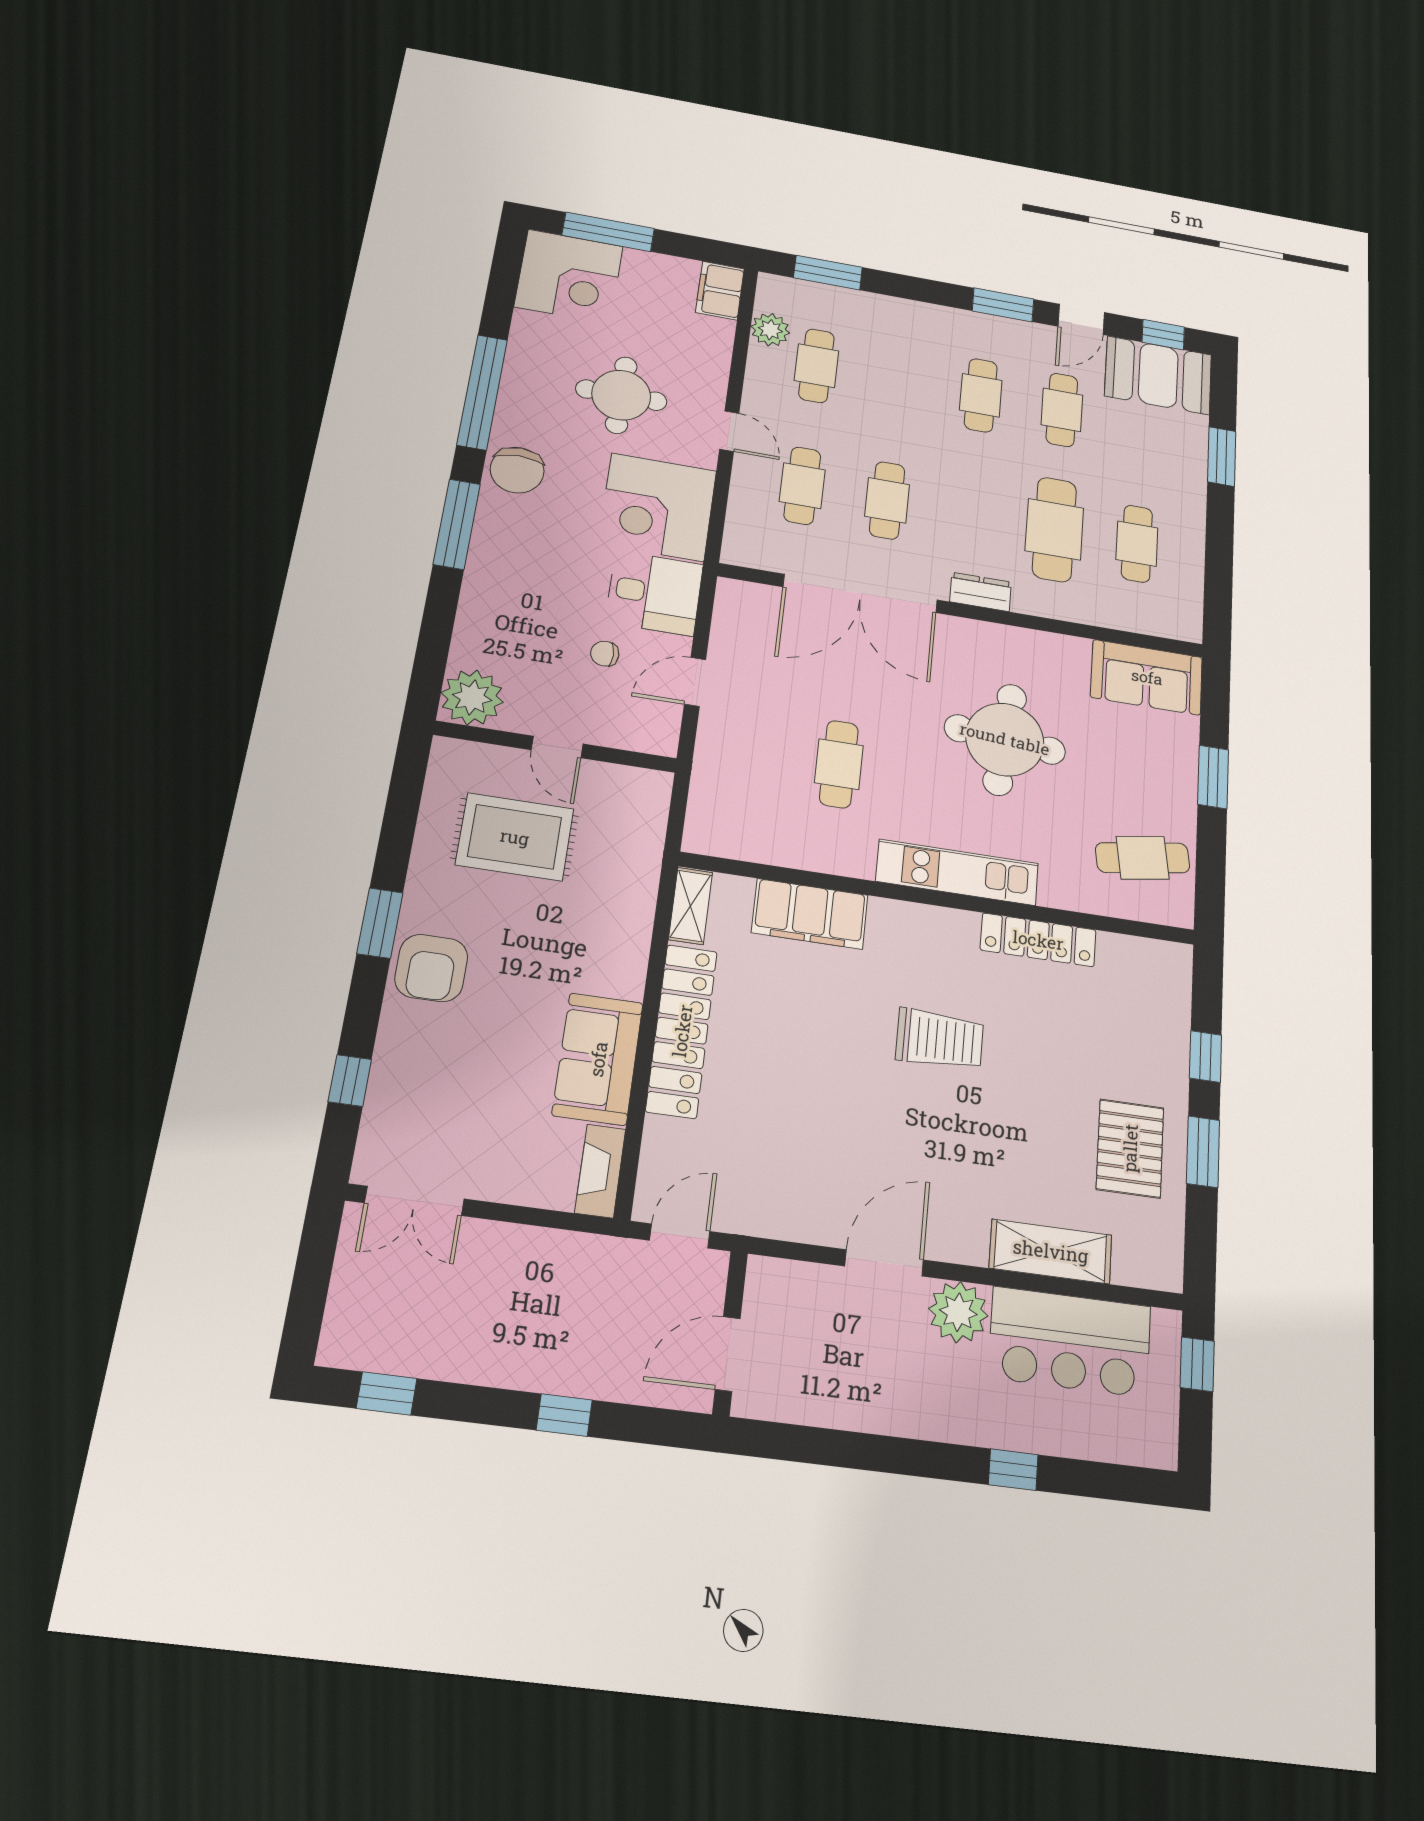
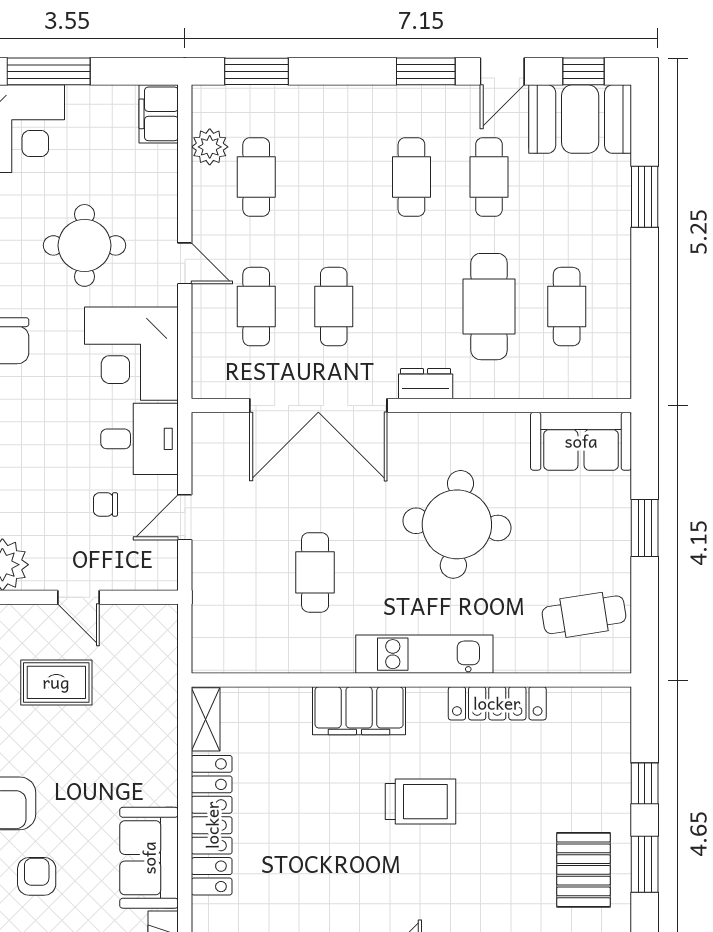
rug: (515, 837) -> (56, 682), width x0.73, depth x0.70
filing cabinet: (810, 914) -> (359, 711), moved
armchair: (451, 1062) -> (37, 876), added

